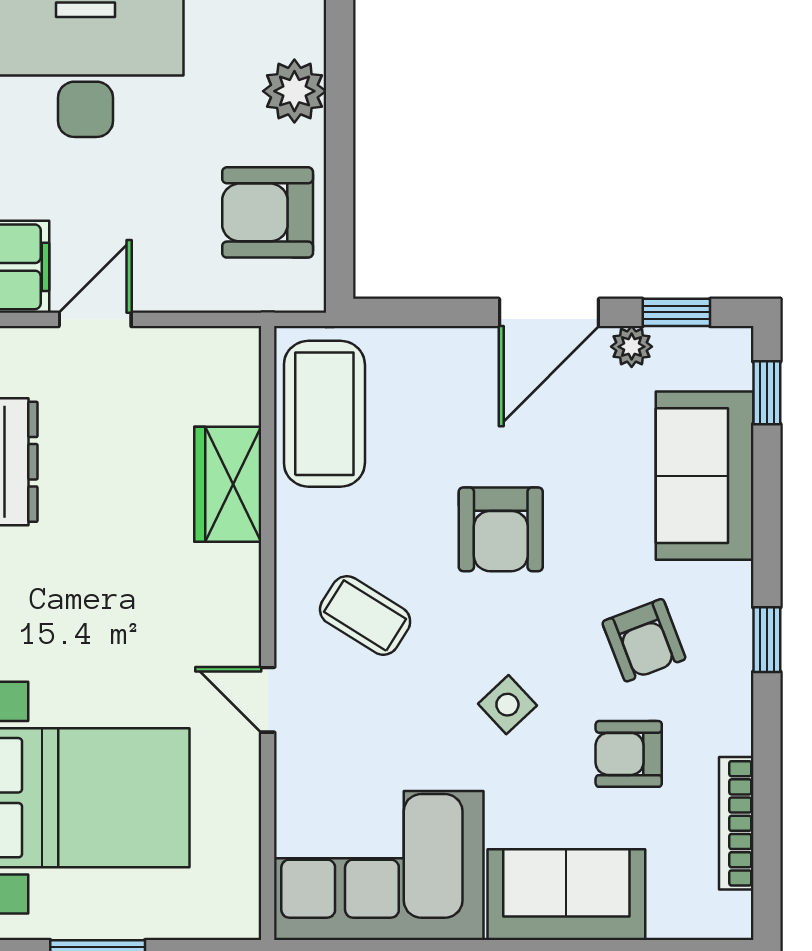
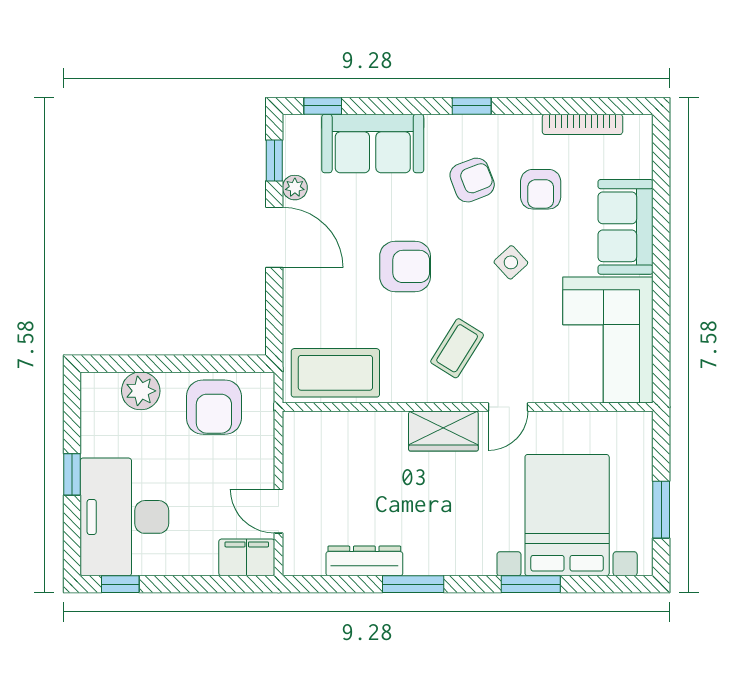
wardrobe: (228, 484) -> (443, 431), moved

